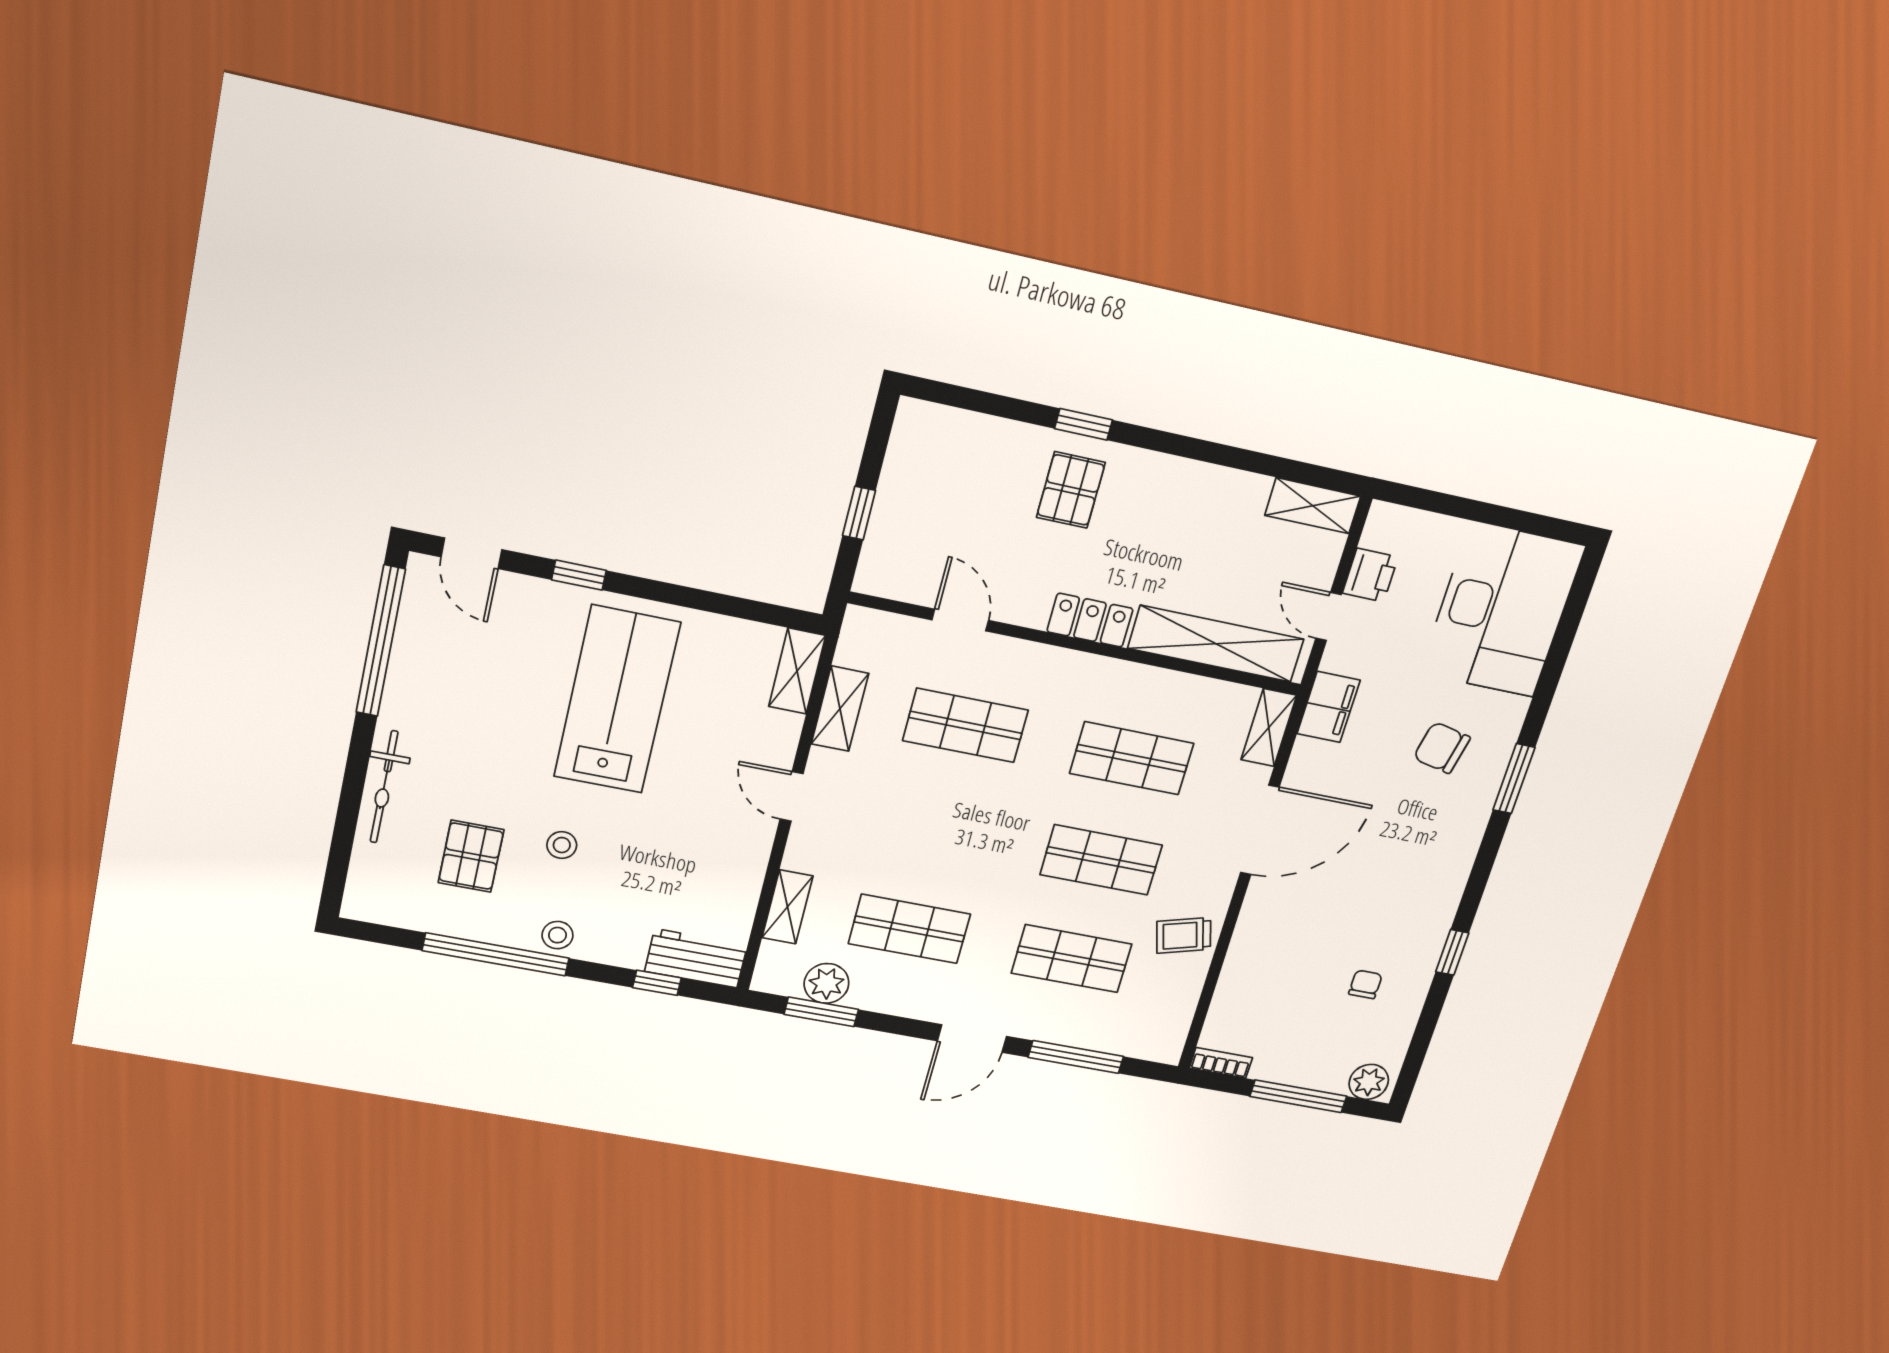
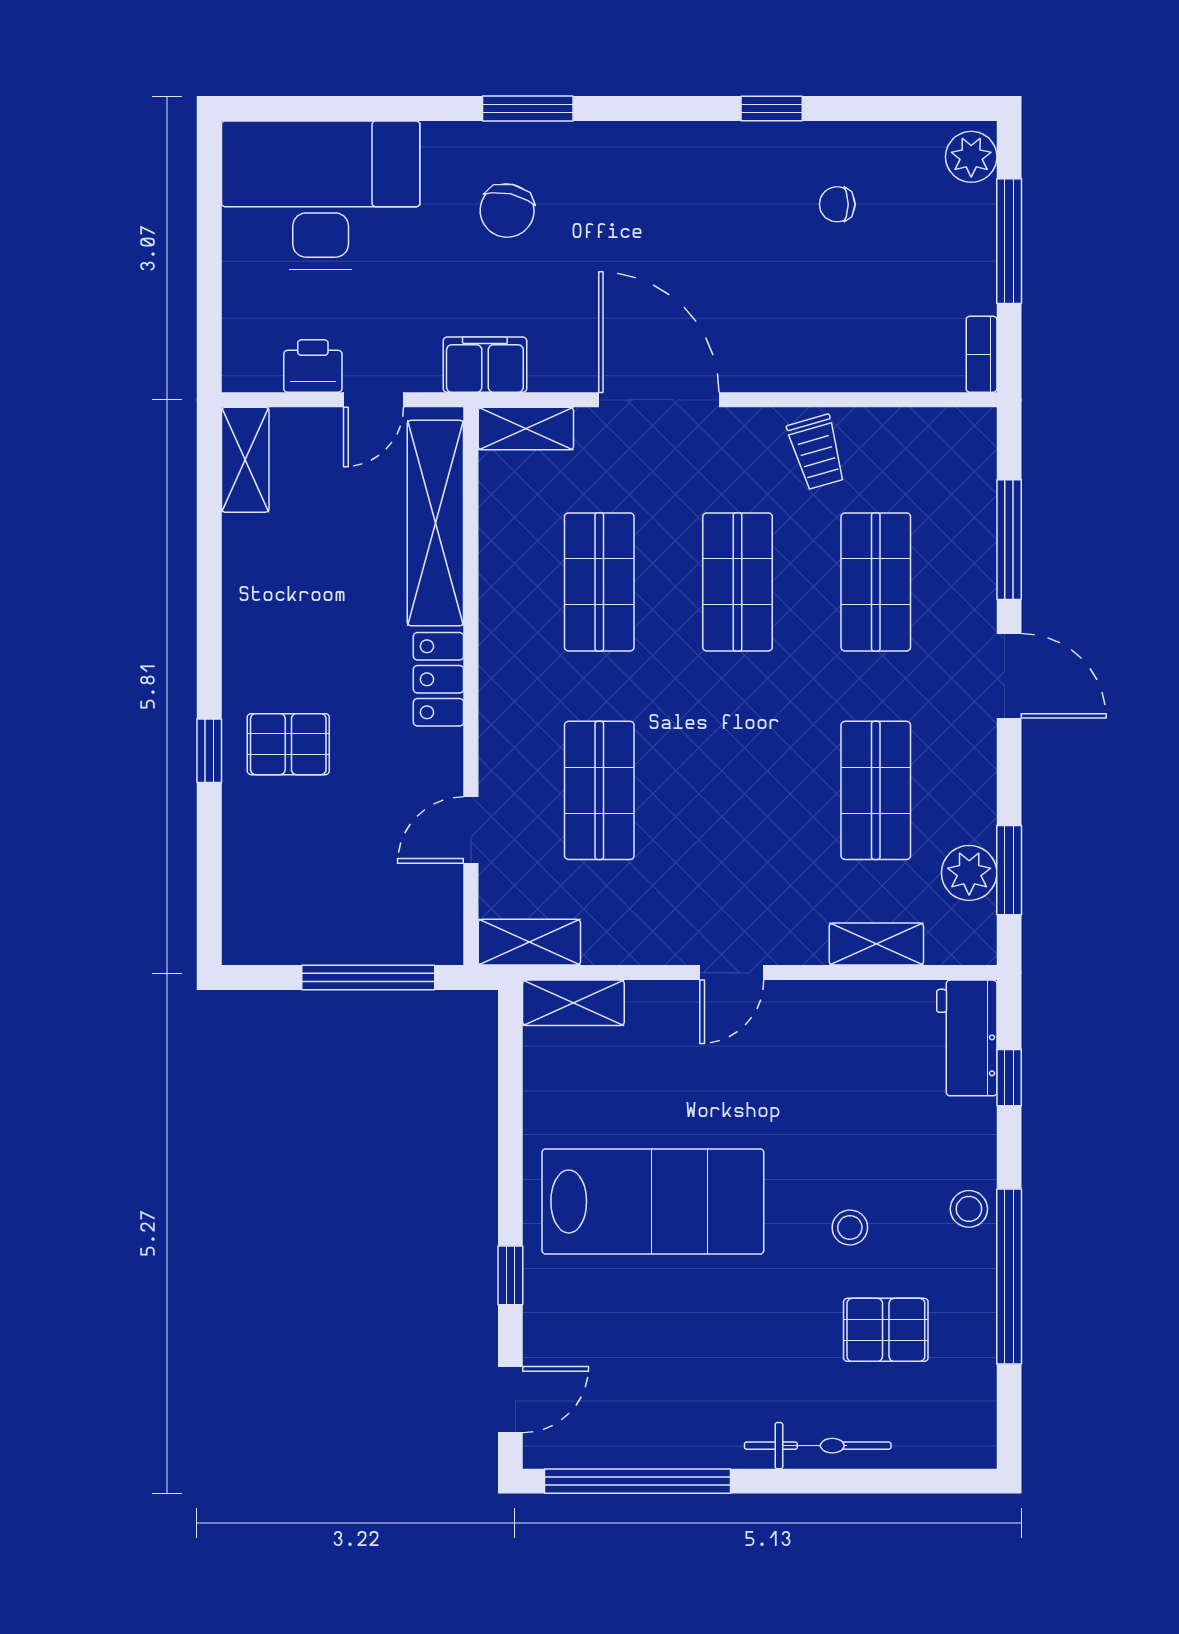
window: (859, 513) -> (368, 977), width x2.17
lab bench: (617, 700) -> (653, 1201), turned 180
shelving: (840, 709) -> (529, 942), moved

